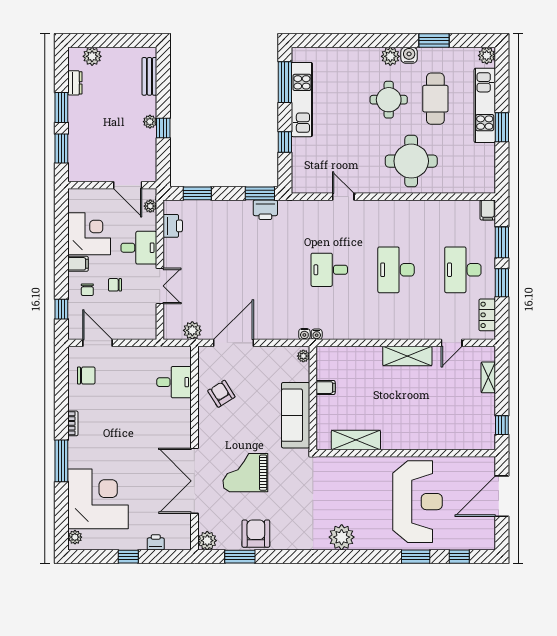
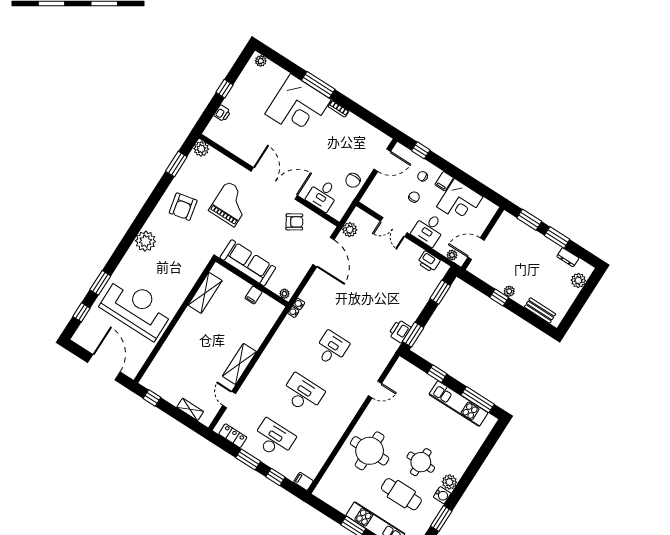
window: (502, 242) -> (275, 477), width x0.67
chair: (86, 376) -> (353, 180), moved
double door: (194, 481) -> (274, 183), moved
corner desk: (98, 499) -> (298, 107), moved
reception desk: (417, 502) -> (137, 308), turned 180
armchair: (256, 534) -> (183, 207), moved, turned 78

